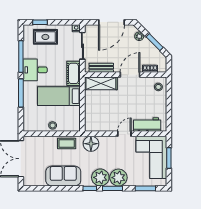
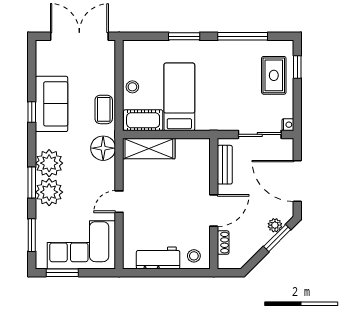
window: (155, 42) -> (277, 238), moved
desk: (35, 70) -> (221, 59), removed
cot: (73, 73) -> (143, 120), moved
door: (130, 75) -> (214, 211), hinge flipped
shelving: (101, 83) -> (149, 149), moved, turned 90
window: (21, 93) -> (184, 36), width x0.69
workbench: (147, 125) -> (158, 258), moved, turned -90
door: (124, 134) -> (119, 202), swing flipped
window: (169, 158) -> (62, 273), moved
window: (90, 188) -> (32, 112), moved

